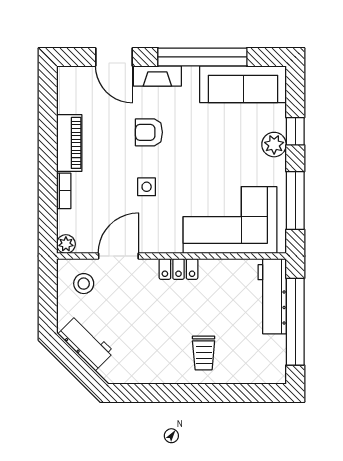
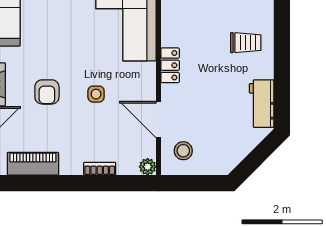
piano: (69, 143) -> (33, 164), moved
workbench: (86, 343) -> (262, 104), moved, turned -45

